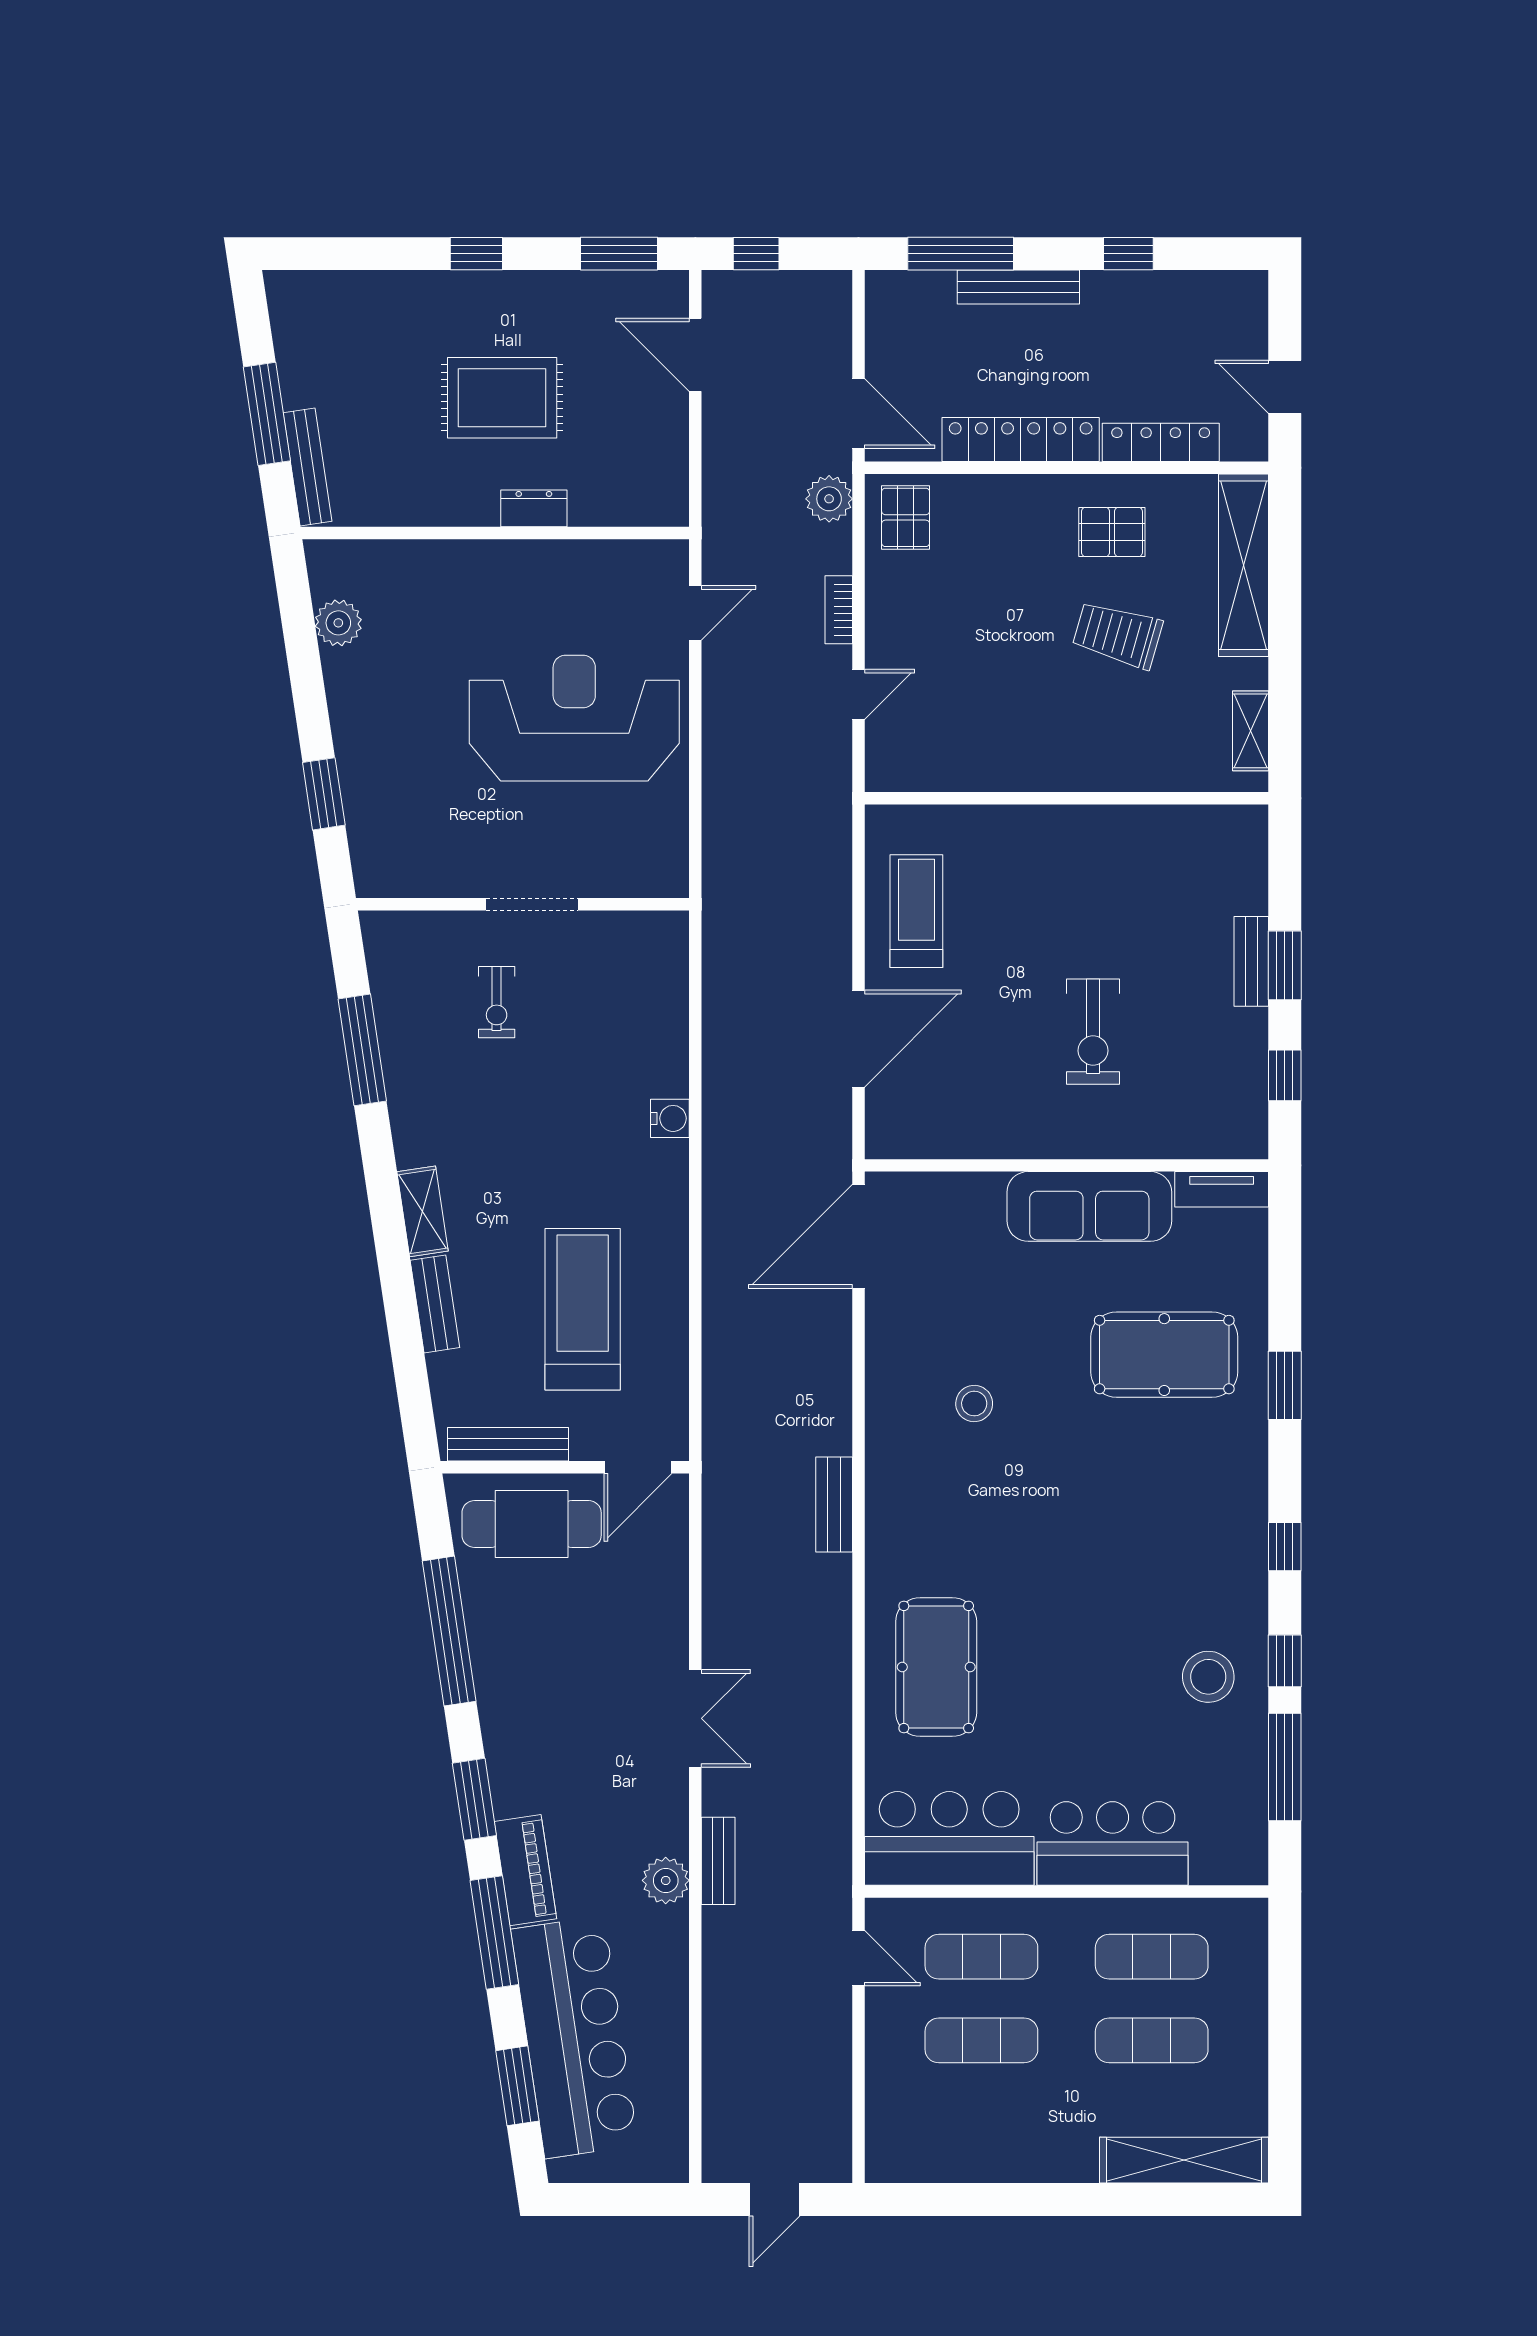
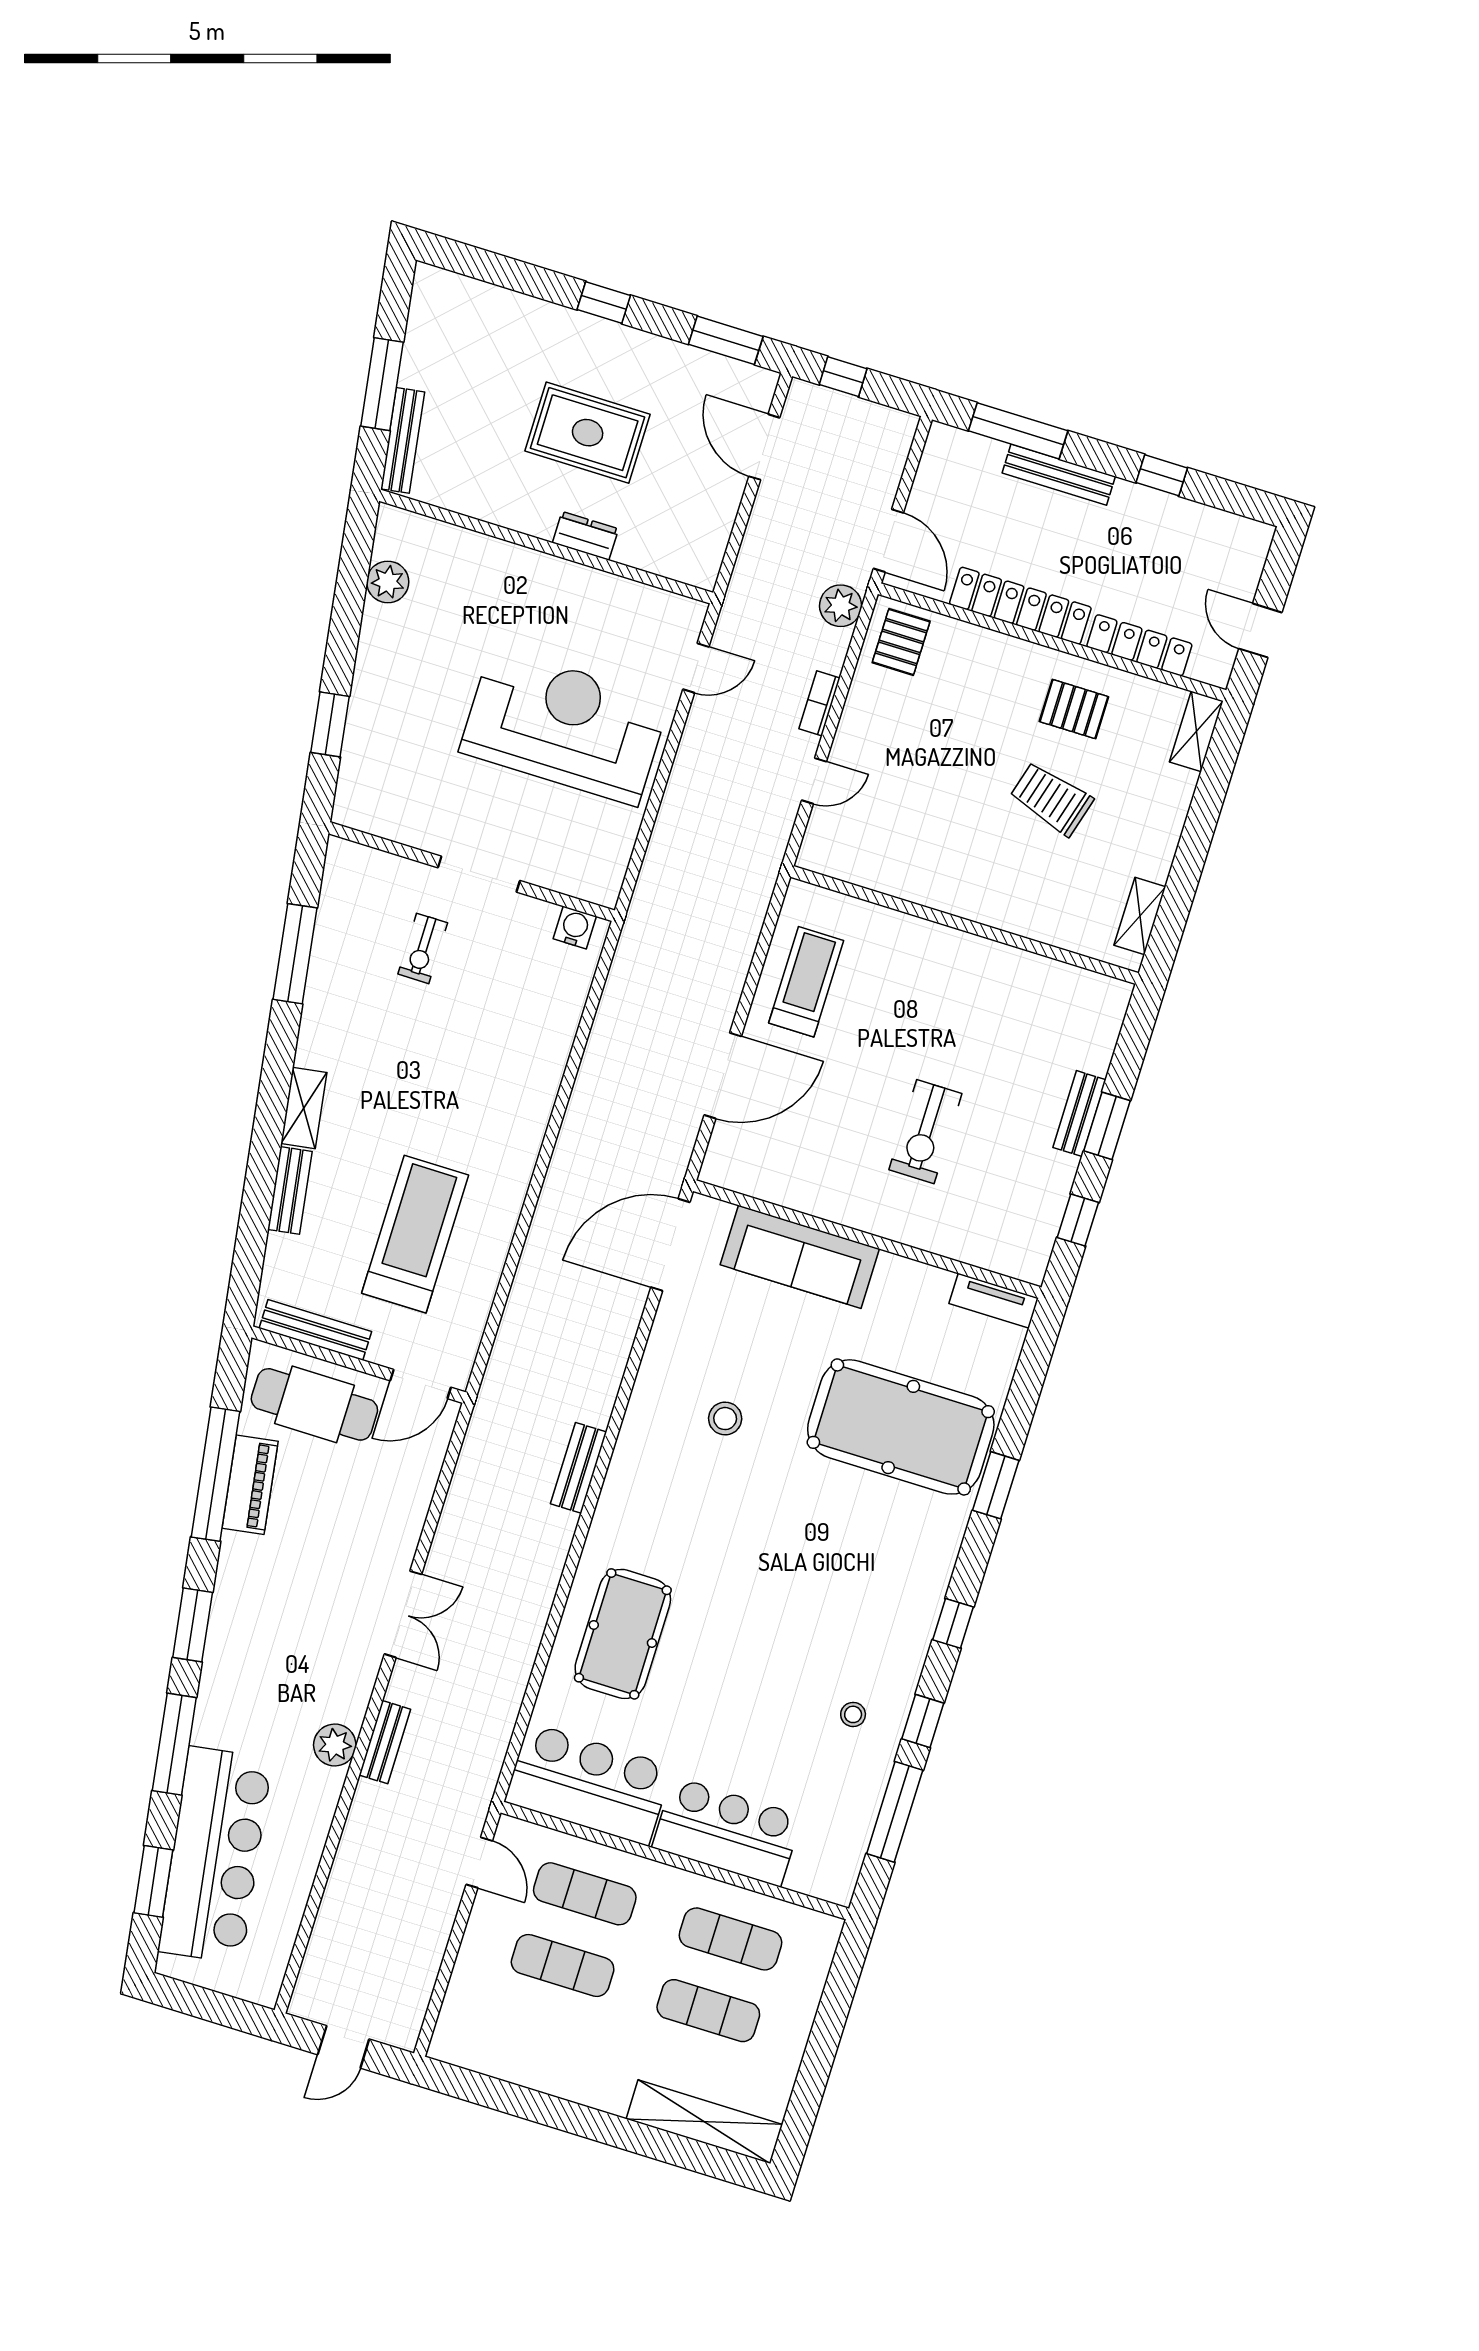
shelving: (1244, 565) -> (1196, 731), width x0.45, depth x0.75
water cooler: (670, 1118) -> (575, 928), moved, turned -90
sofa: (1089, 1206) -> (800, 1257), moved
pool table: (1164, 1355) -> (901, 1427), width x1.36, depth x1.32
stool: (1208, 1677) -> (853, 1714), width x0.53, depth x0.53
piano: (525, 1870) -> (250, 1485), moved

